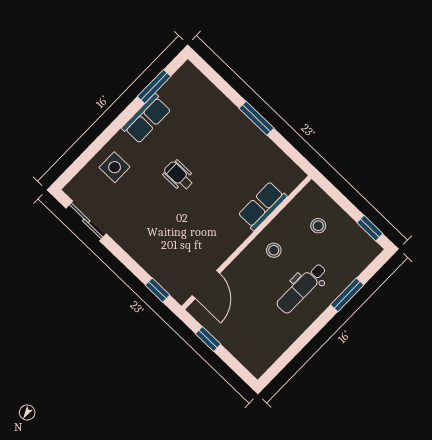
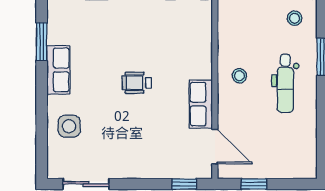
wheelchair: (179, 176) -> (137, 83), moved
row of seats: (262, 206) -> (201, 104), moved
stool: (318, 226) -> (295, 18), moved

